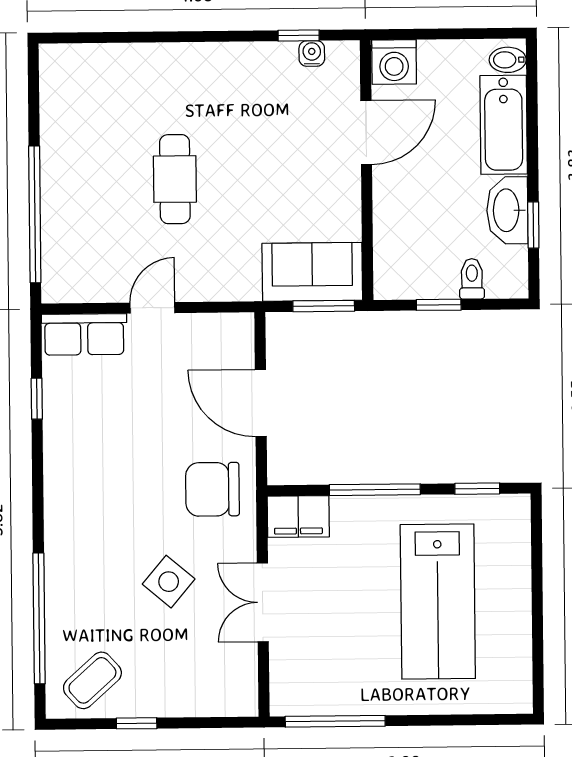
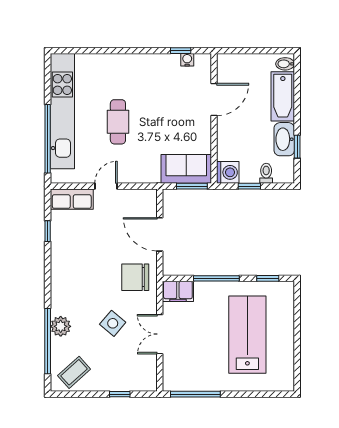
washing machine: (394, 62) -> (228, 172), moved, turned -90
kitchen unit: (64, 159) -> (62, 111), added
plant: (65, 589) -> (61, 326), added
lab bench: (438, 601) -> (247, 335), turned 180
window: (137, 723) -> (120, 394), moved

